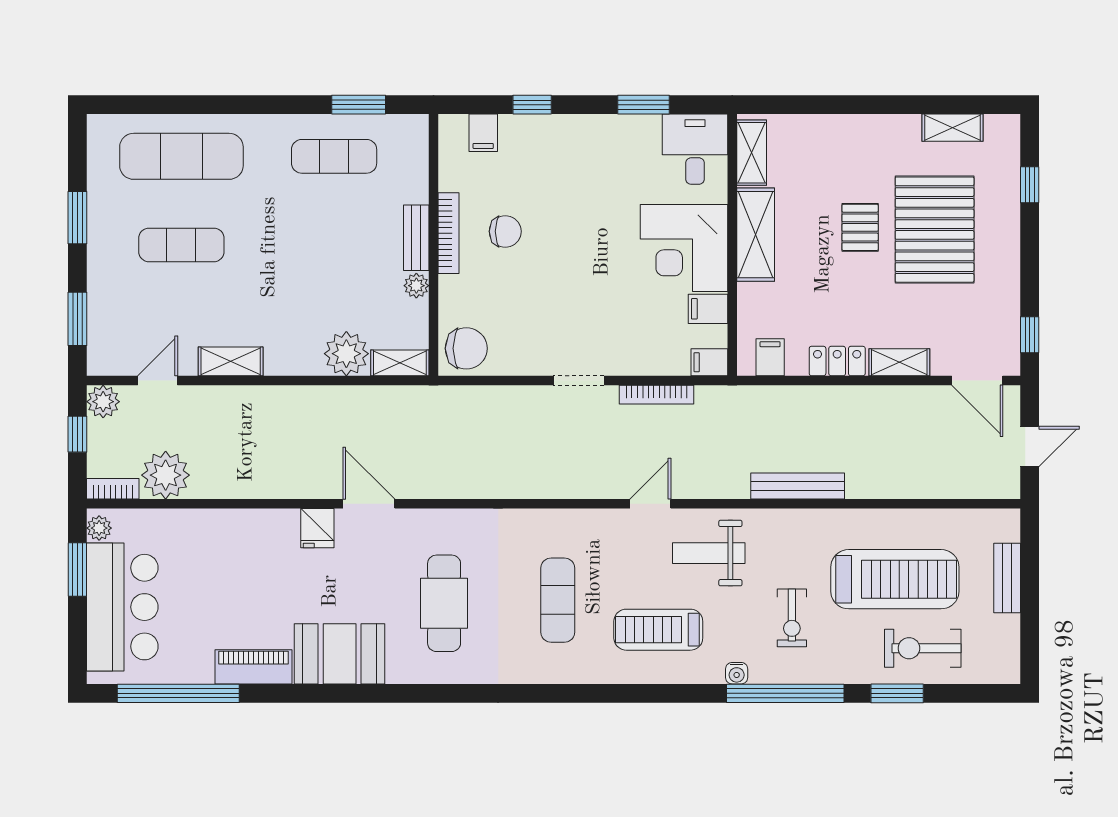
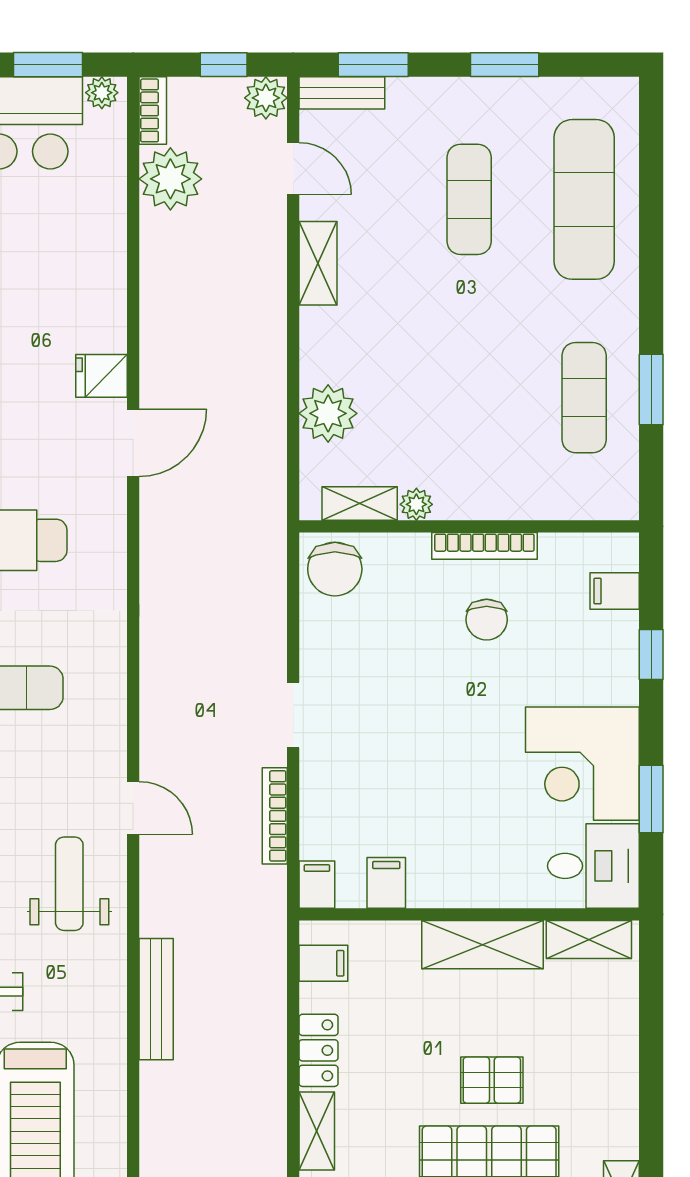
window: (359, 105) -> (651, 389), moved
bench: (416, 238) -> (342, 93), moved
corner desk: (684, 248) -> (582, 764), moved, turned -90
shelving: (400, 363) -> (360, 504), moved, turned 90

